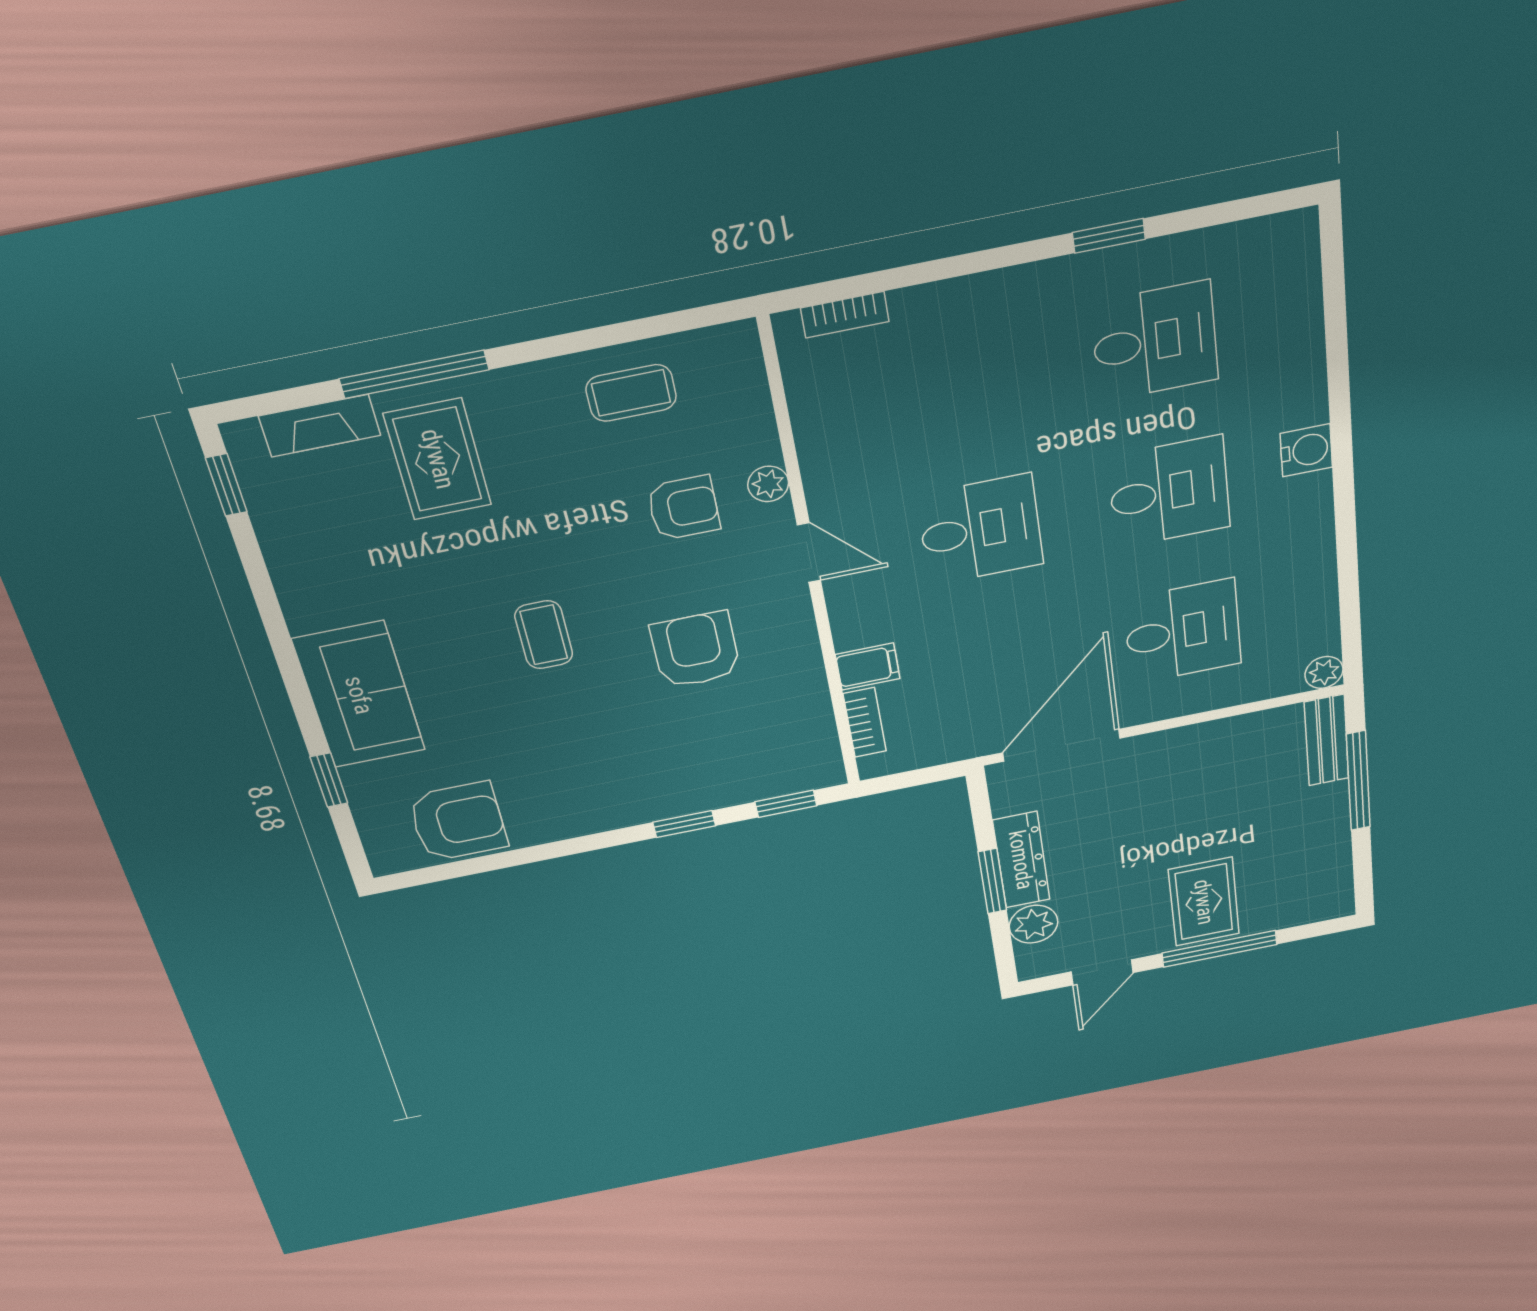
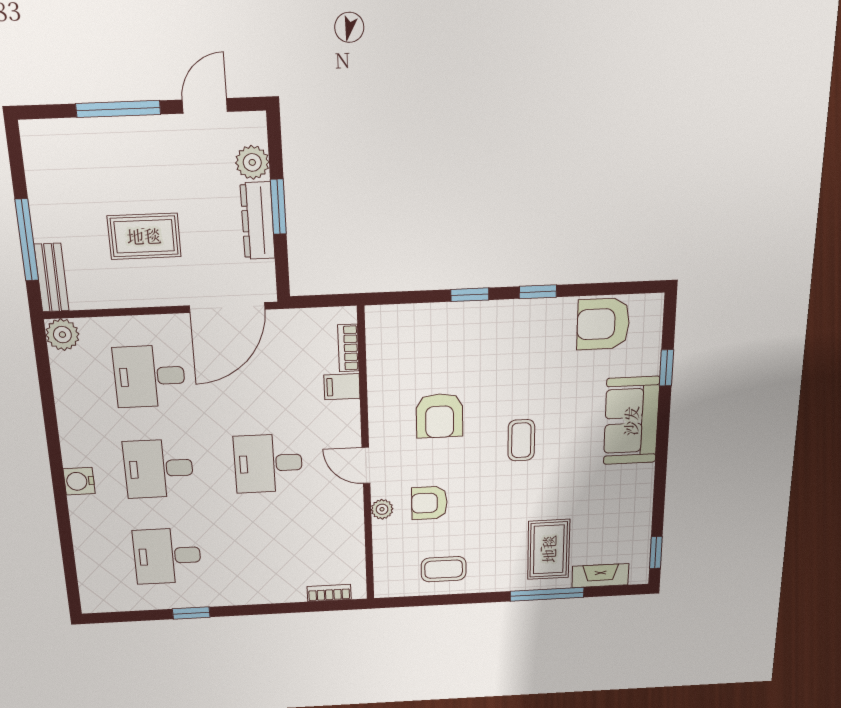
plant: (1324, 672) -> (62, 335), width x1.38, depth x1.38
window: (786, 804) -> (538, 292), moved
rug: (1204, 902) -> (144, 236), moved, turned 90

